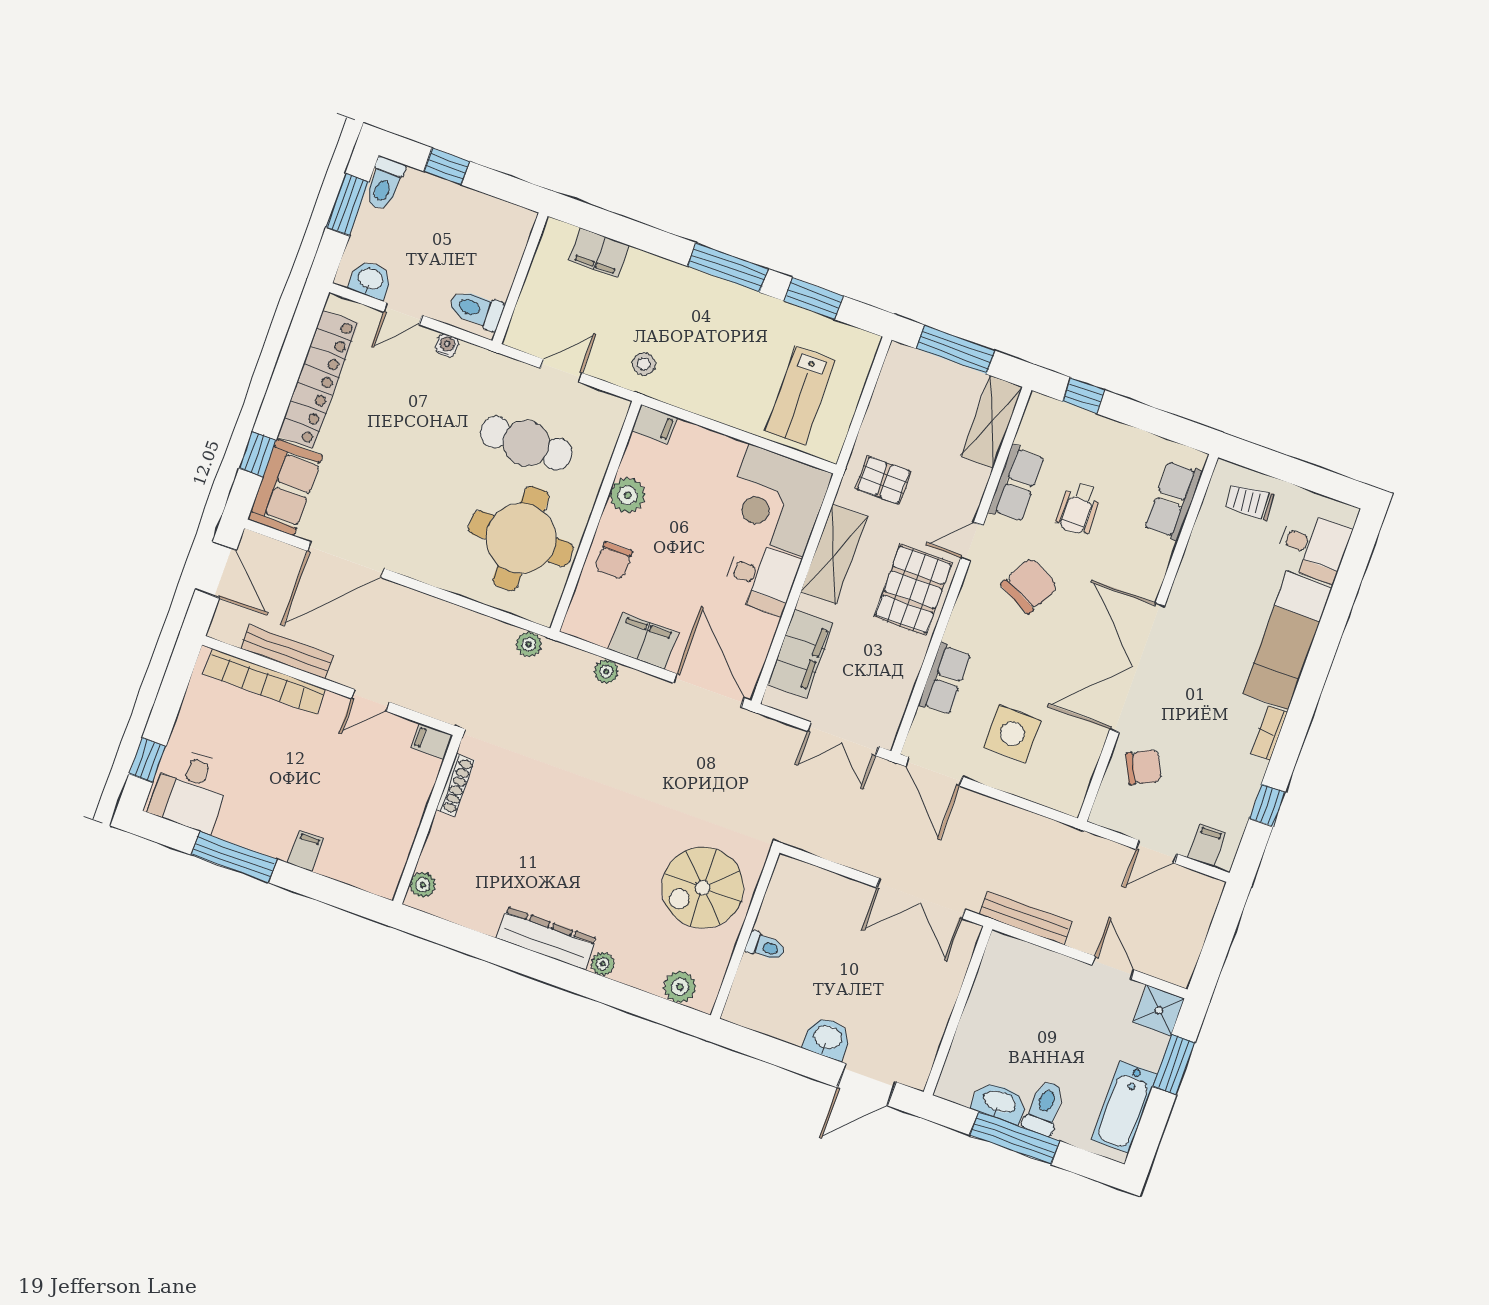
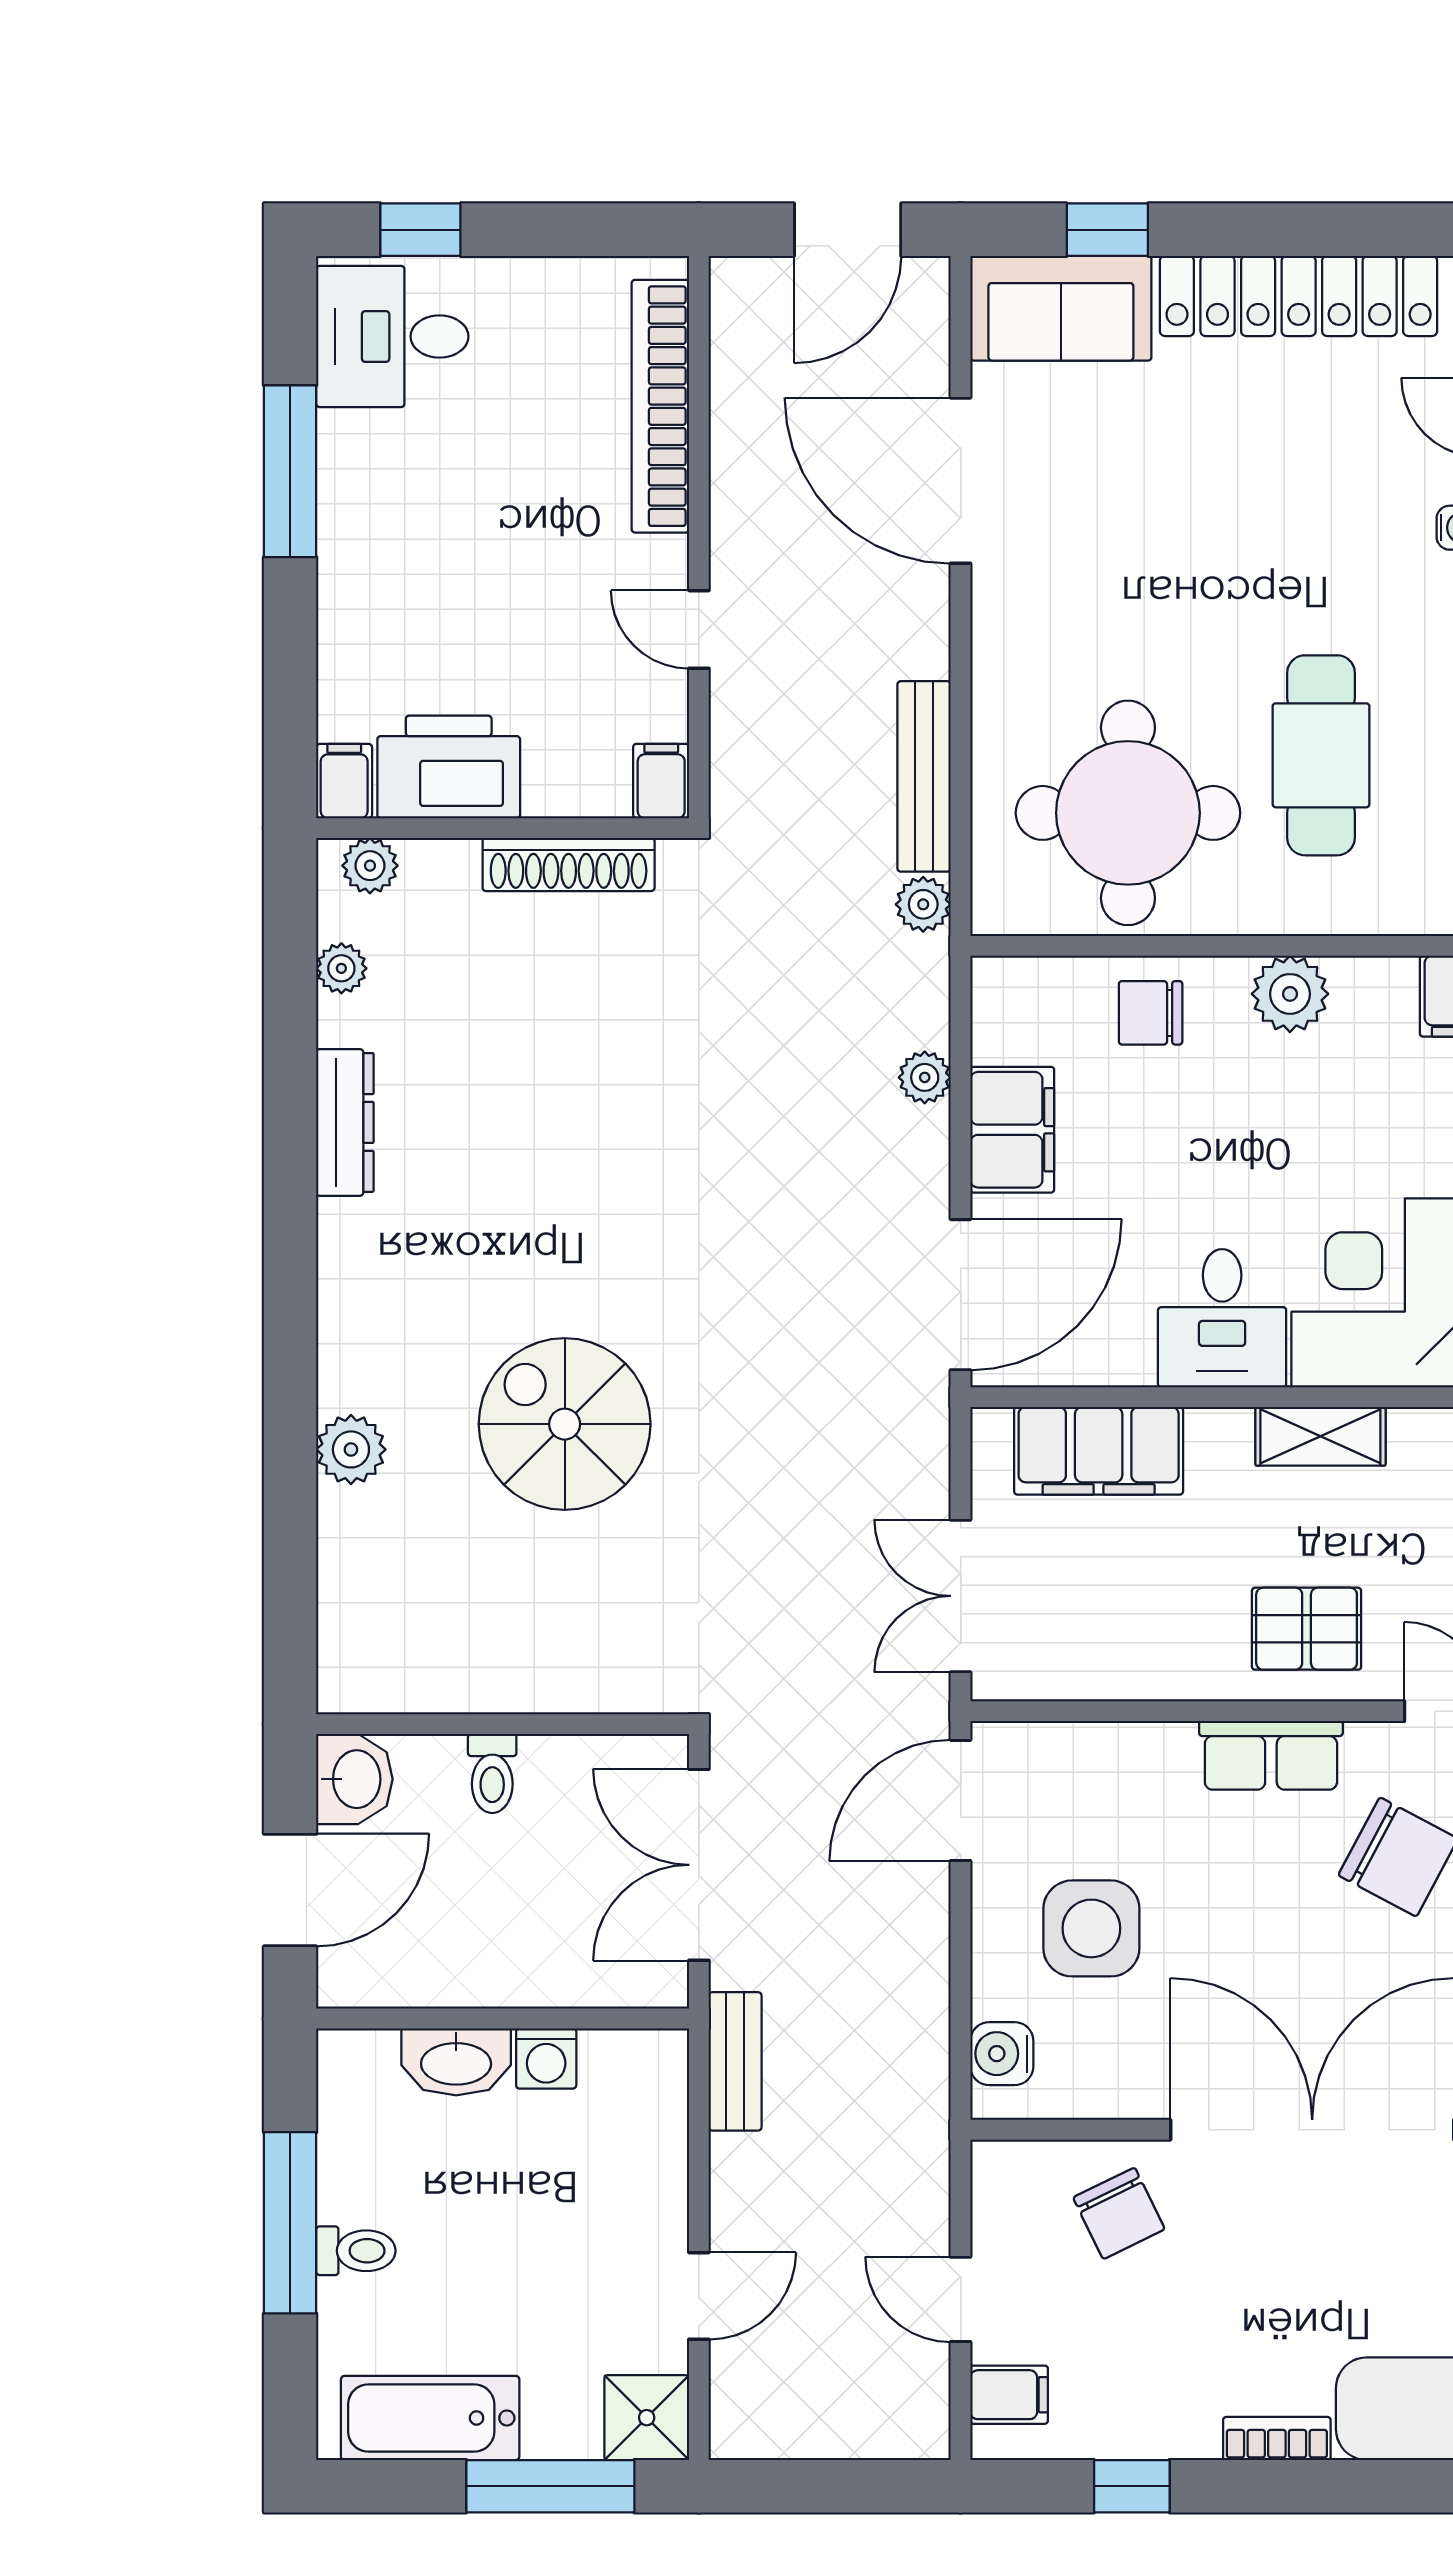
shelving: (834, 554) -> (1320, 1436), width x0.67, depth x0.75
pallet: (913, 590) -> (1307, 1629), width x0.67, depth x0.71
bench: (287, 652) -> (924, 776), moved
row of seats: (945, 679) -> (1271, 1755), moved
shoe rack: (456, 785) -> (569, 864), width x1.36, depth x1.24
water cooler: (1054, 794) -> (1002, 2054), added
printer: (391, 834) -> (449, 767), added
filing cabinet: (306, 851) -> (344, 781), moved, turned -90
bench: (1025, 918) -> (735, 2061), width x0.73
wall: (745, 934) -> (503, 1724), moved
dresser: (546, 938) -> (345, 1122), width x0.73, depth x0.80
toilet: (765, 947) -> (492, 1774), moved
plant: (603, 964) -> (341, 968), moved
washing machine: (983, 998) -> (546, 2058), added
window: (1174, 1064) -> (550, 2486), width x1.44
door: (867, 1085) -> (290, 1890), swing flipped
washbasin: (999, 1102) -> (456, 2062), moved, turned 90
toilet: (1044, 1108) -> (356, 2251), width x0.73, depth x0.72

